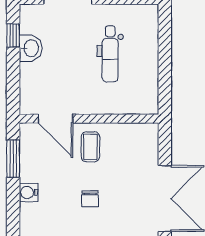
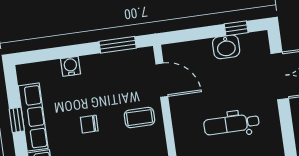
door: (56, 119) -> (162, 80), swing flipped
water cooler: (28, 192) -> (71, 66), moved

